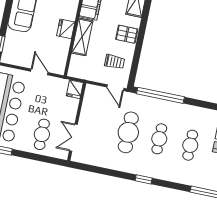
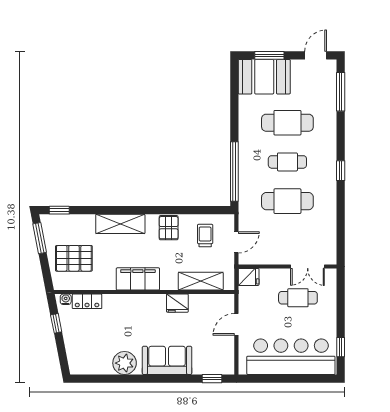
shelving: (82, 37) -> (201, 281), moved
door: (115, 88) -> (236, 242), moved
cafe table: (42, 134) -> (298, 298), moved
cafe table: (190, 145) -> (287, 123), width x1.37, depth x1.35

